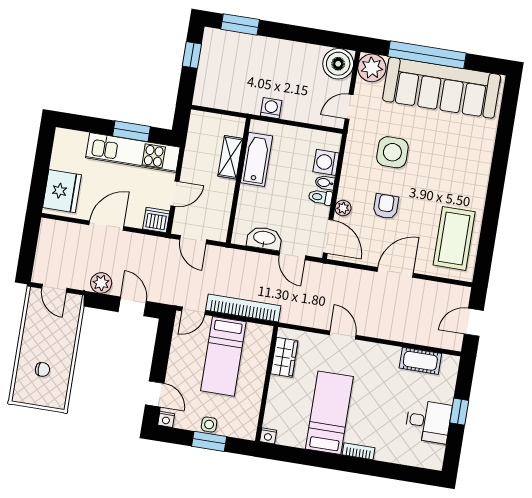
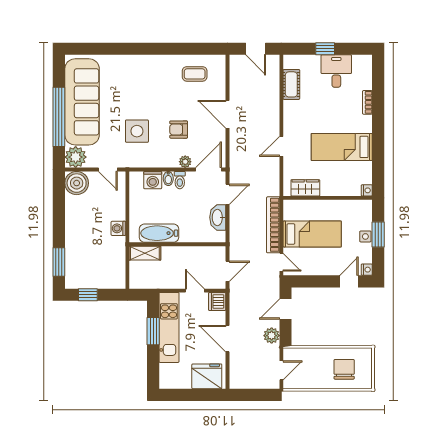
shelving: (230, 157) -> (145, 253), moved
coffee table: (454, 238) -> (195, 74), width x0.54, depth x0.58
chair: (42, 369) -> (344, 369), width x1.87, depth x1.87
bookcase: (358, 451) -> (367, 102), moved

